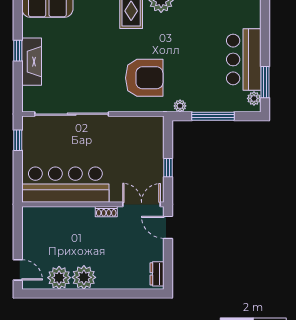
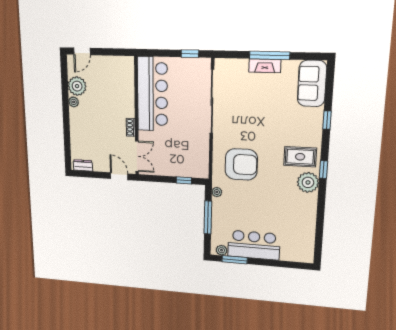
window: (18, 51) -> (270, 55), width x2.17
fireplace: (32, 62) -> (265, 66), width x0.73, depth x0.76
armchair: (144, 78) -> (241, 164), turned -90
window: (168, 168) -> (184, 180), moved
door: (168, 227) -> (119, 176), hinge flipped
plant: (84, 277) -> (74, 102), width x0.53, depth x0.53

